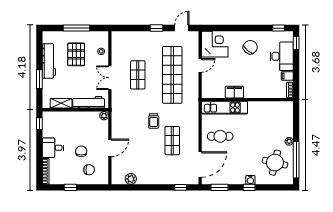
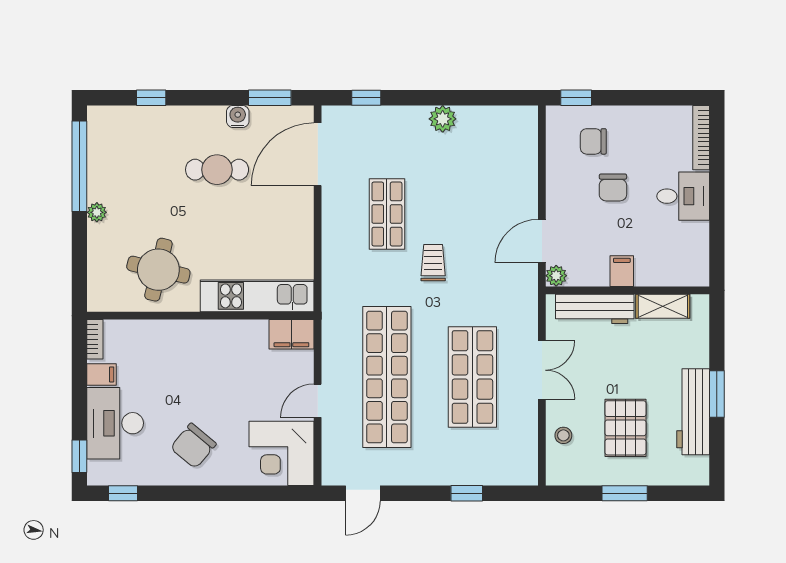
window: (76, 28) -> (625, 493), width x0.69
window: (157, 28) -> (467, 493), moved
shop shelf: (138, 75) -> (472, 377), width x1.43, depth x1.36
window: (39, 79) -> (717, 394), moved
filing cabinet: (234, 92) -> (291, 334), moved
filing cabinet: (78, 118) -> (622, 271), added
window: (39, 124) -> (717, 256), removed
cafe table: (220, 136) -> (217, 170), moved
door: (110, 148) -> (542, 241), moved
round table: (275, 163) -> (158, 270), moved
plant: (131, 179) -> (443, 119), moved
water cooler: (250, 180) -> (238, 116), moved
window: (70, 187) -> (576, 98), moved
window: (249, 187) -> (151, 98), moved

